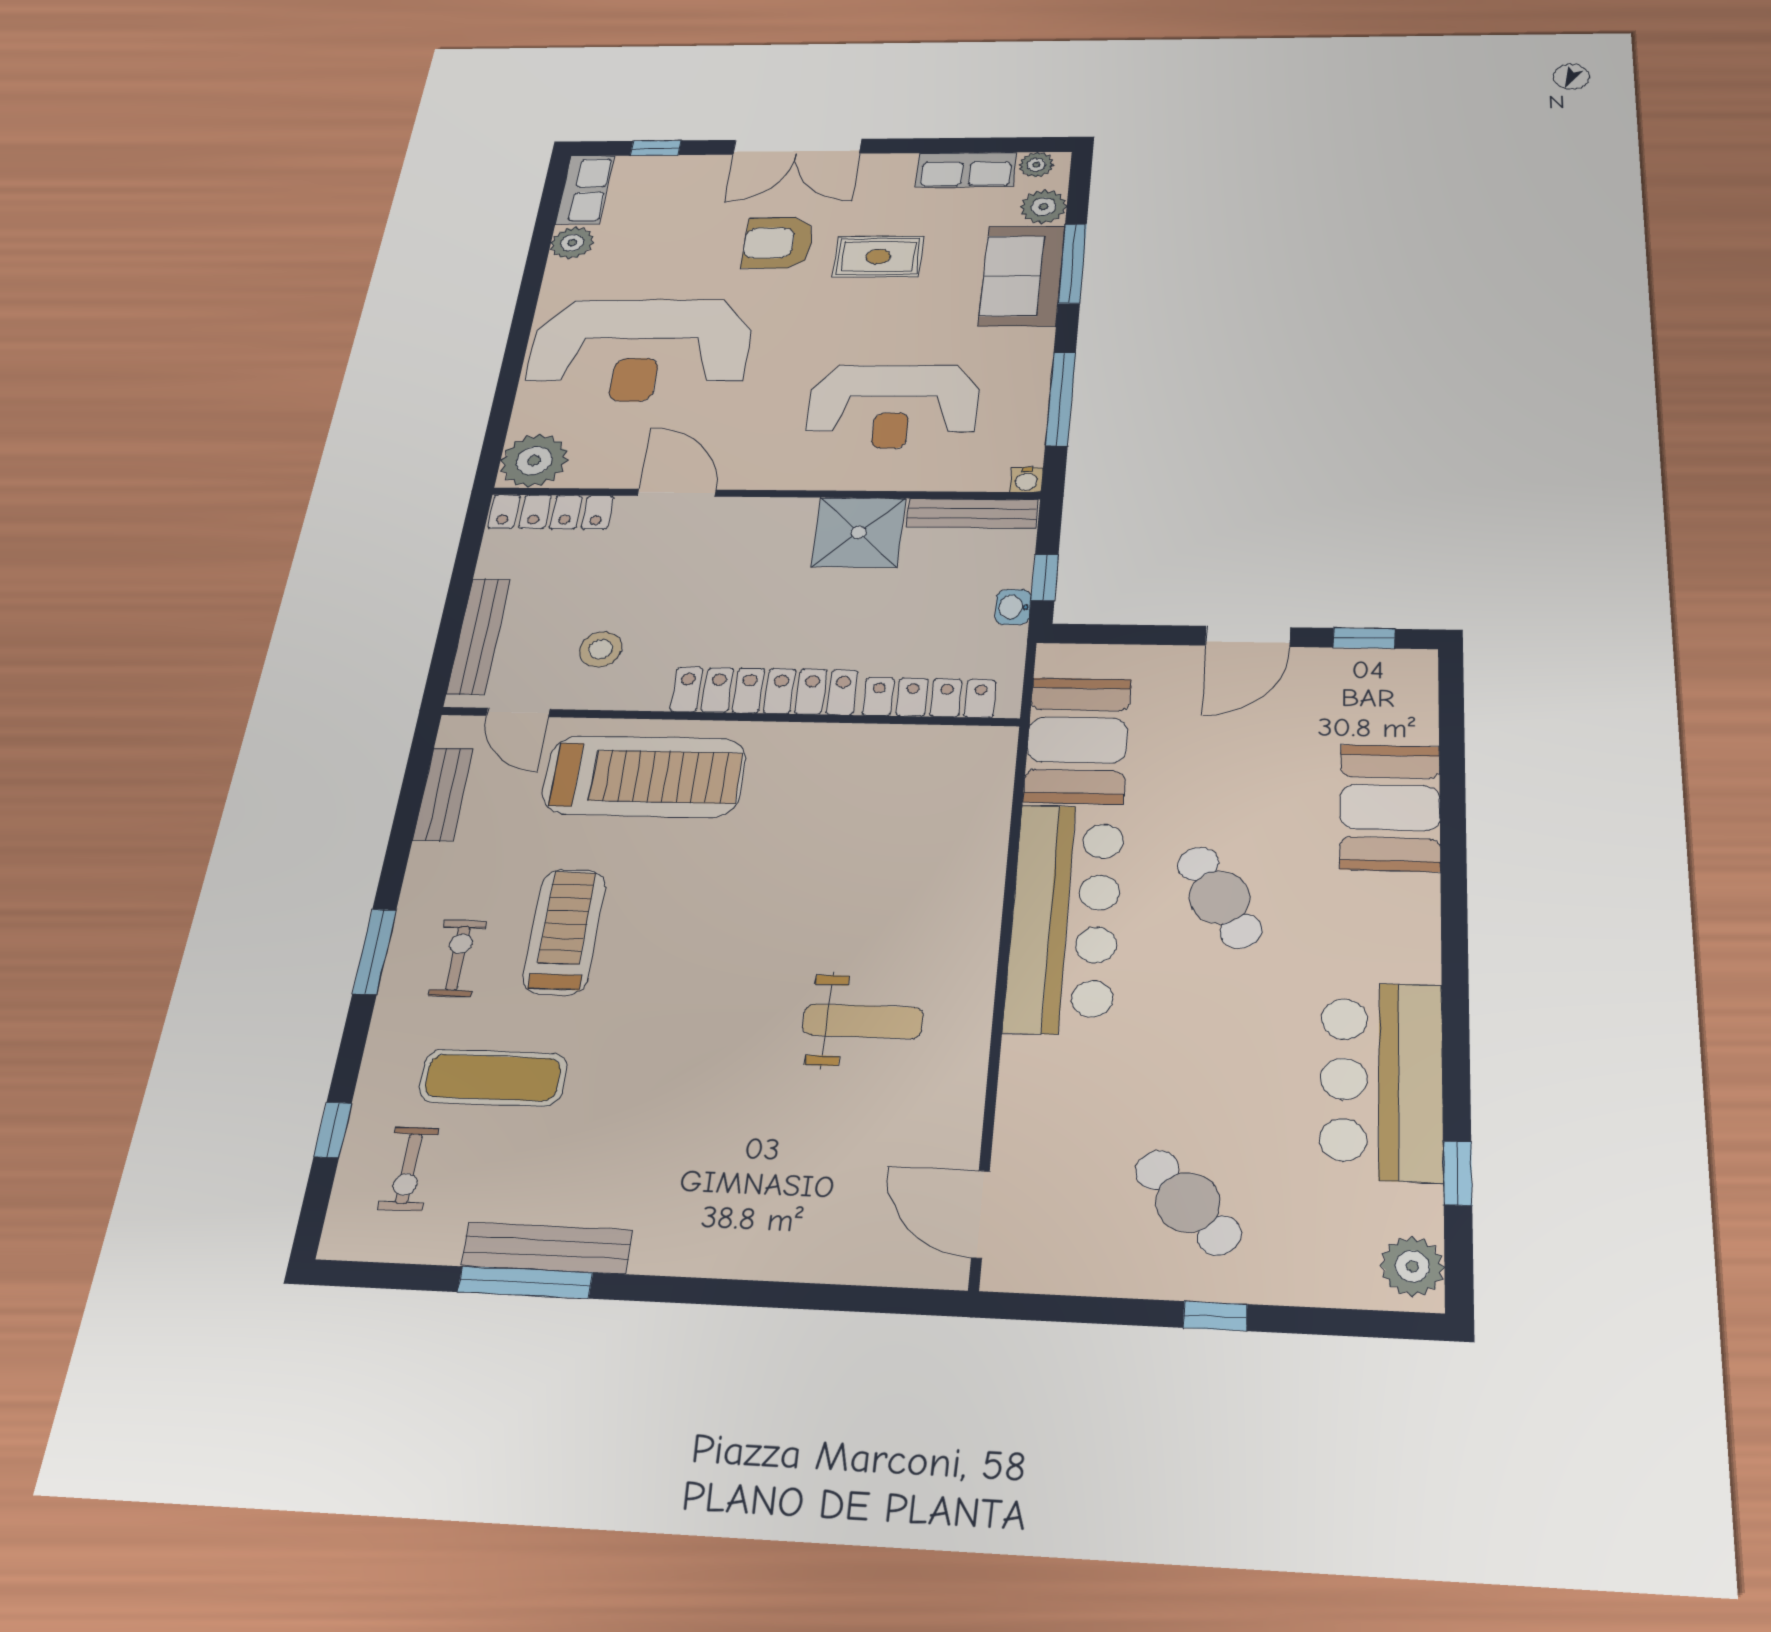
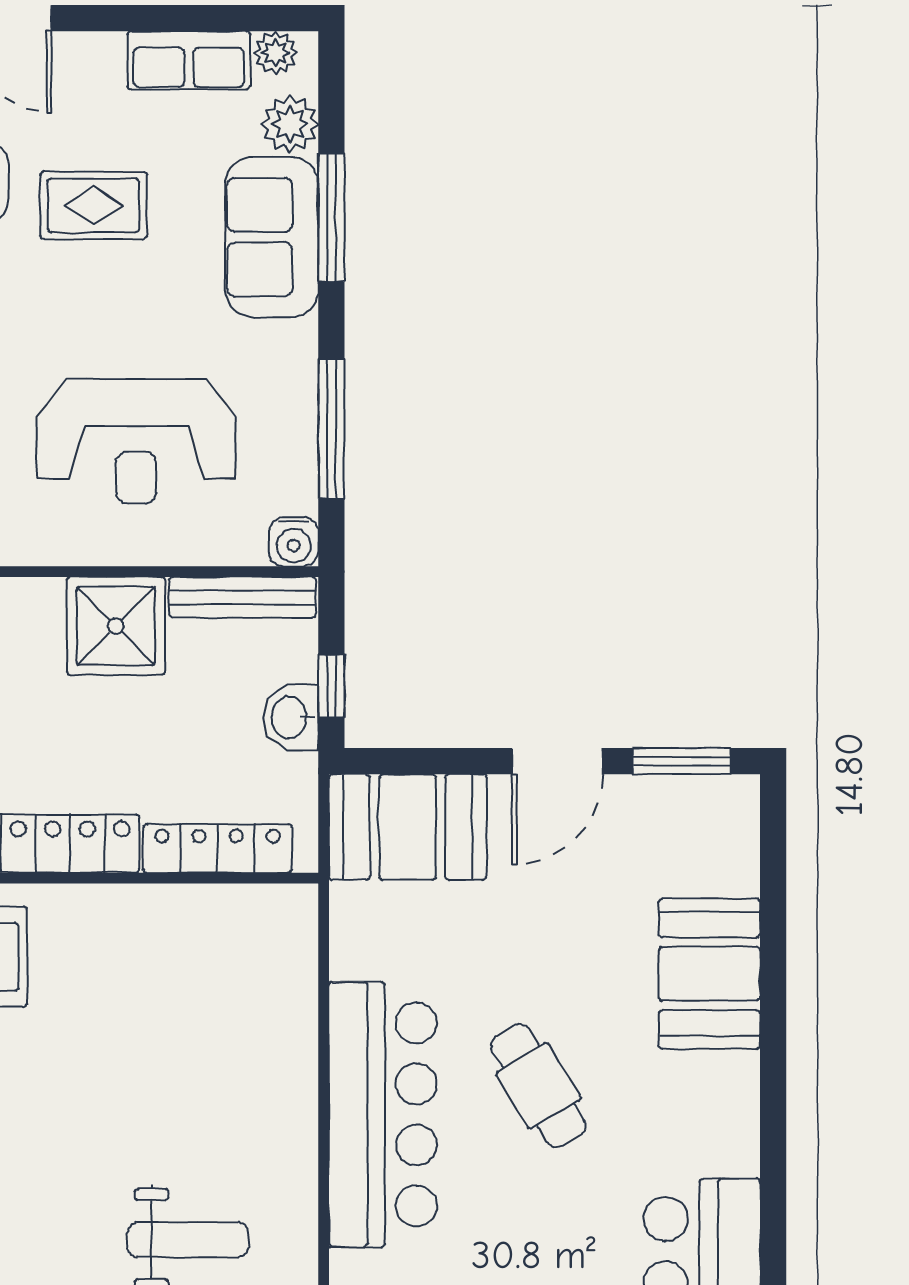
water cooler: (1026, 480) -> (294, 542), width x1.38, depth x1.38
washbasin: (1013, 607) -> (291, 717), width x1.38, depth x1.45
window: (1364, 638) -> (682, 761), width x1.50
booth: (1078, 740) -> (407, 827), moved, turned 90

